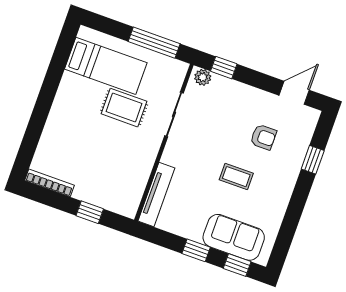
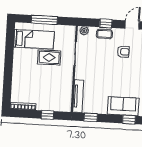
window: (154, 43) -> (44, 20), moved
window: (224, 68) -> (106, 23), moved
coffee table: (236, 177) -> (104, 34), moved
window: (196, 250) -> (91, 117), moved

